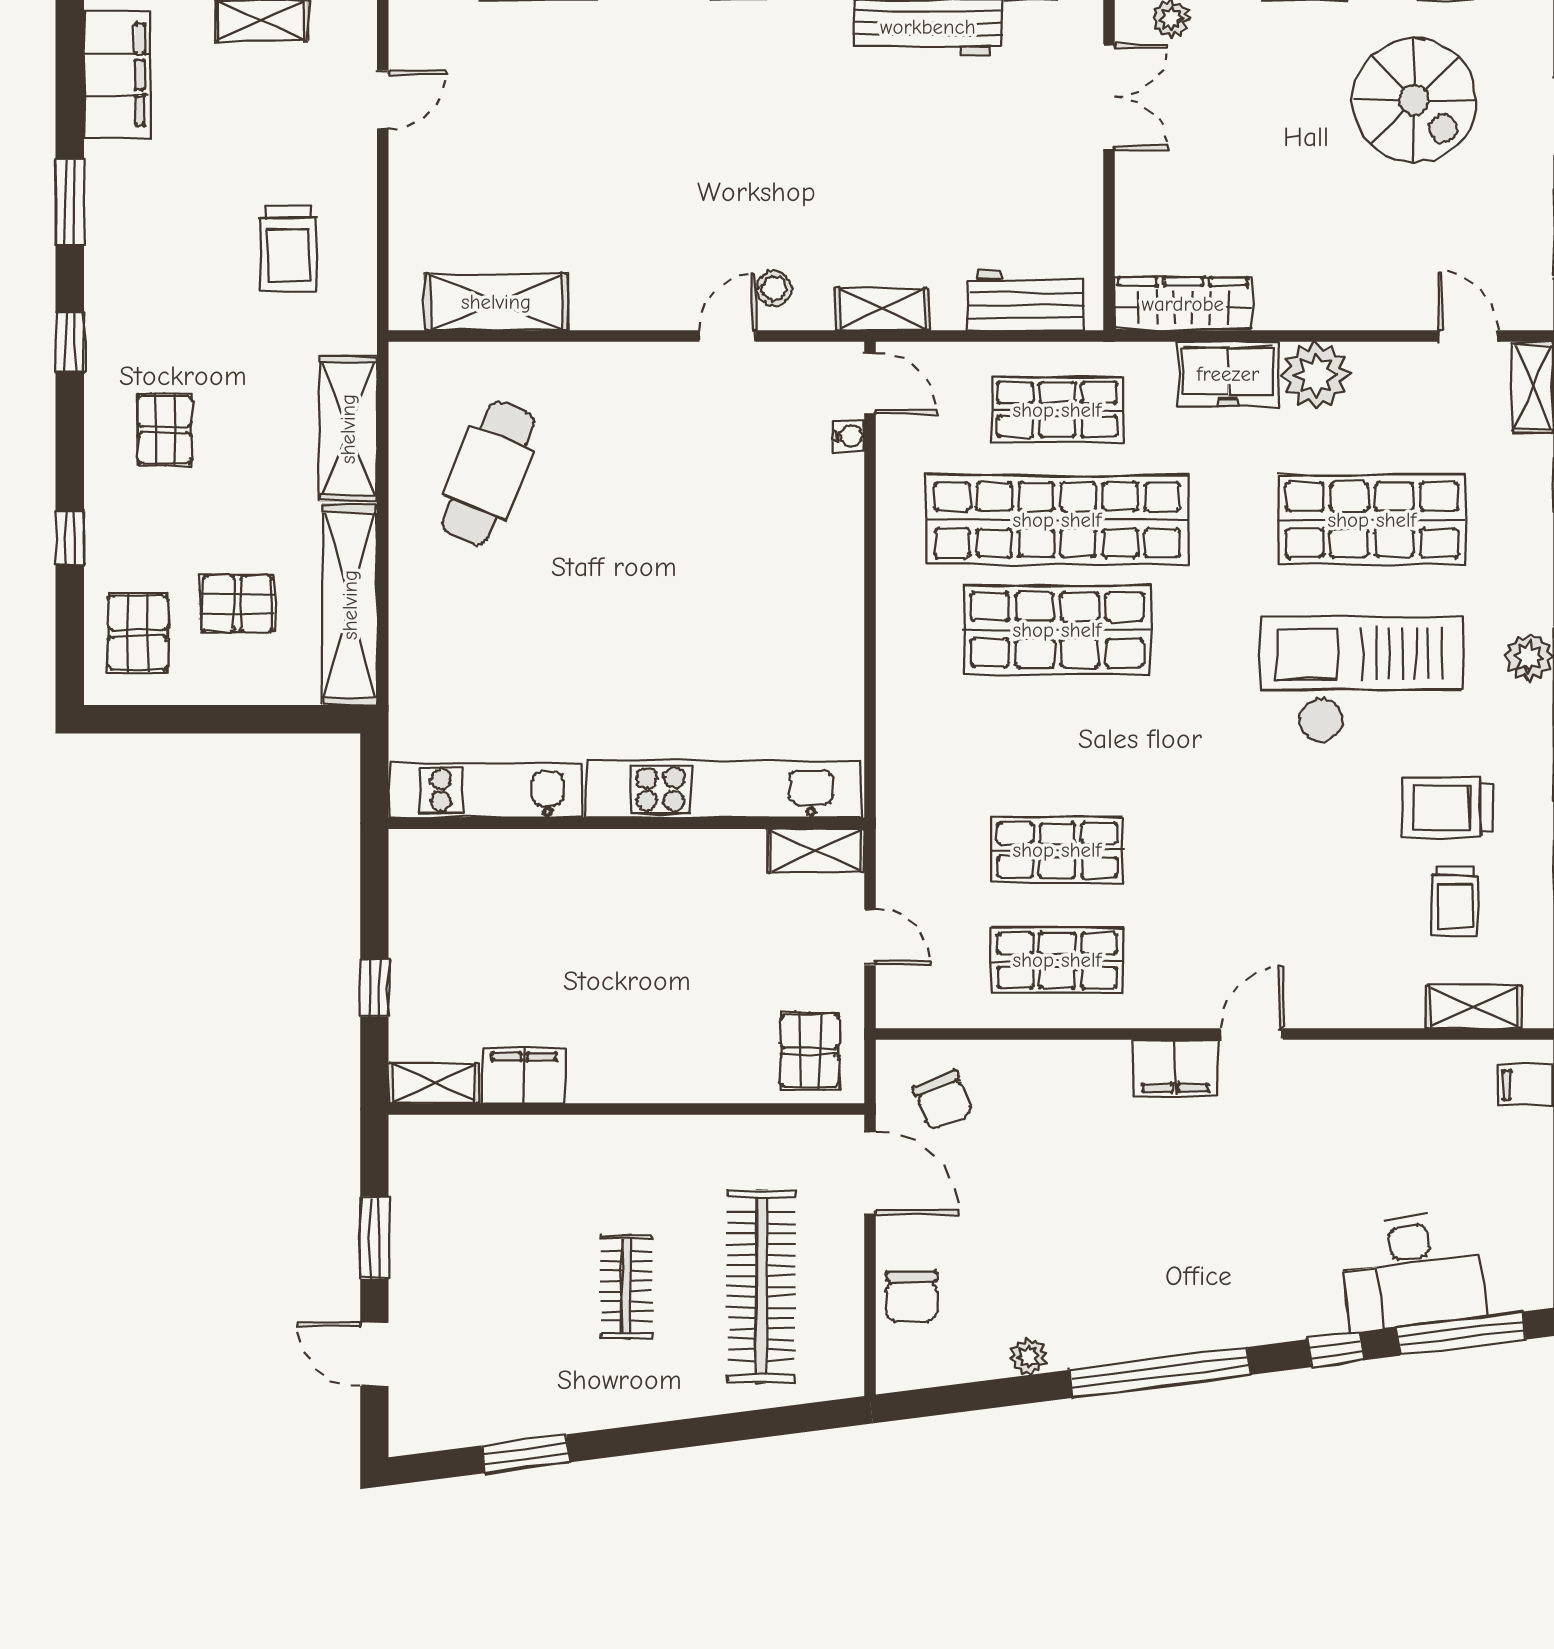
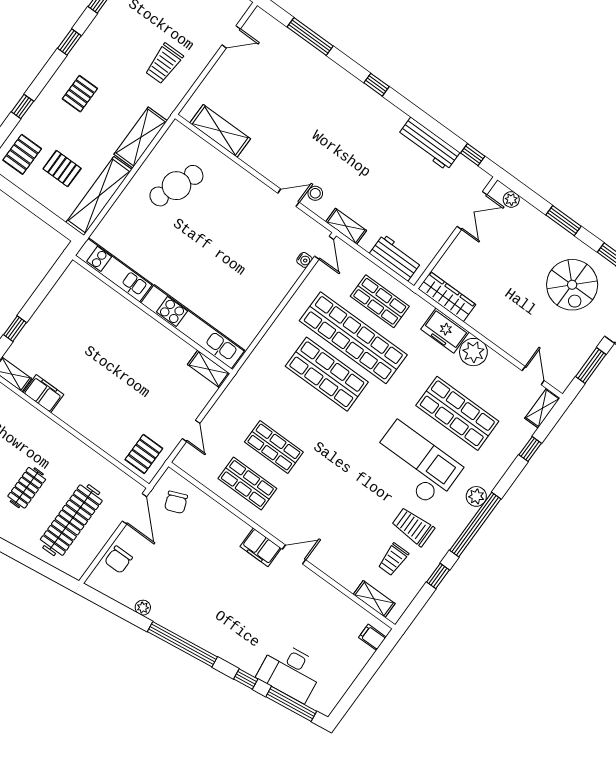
kitchen unit: (723, 789) -> (193, 327), moved
kitchen unit: (486, 790) -> (114, 270), moved
wall: (626, 823) -> (153, 314), moved
shelving: (816, 851) -> (209, 369), moved

